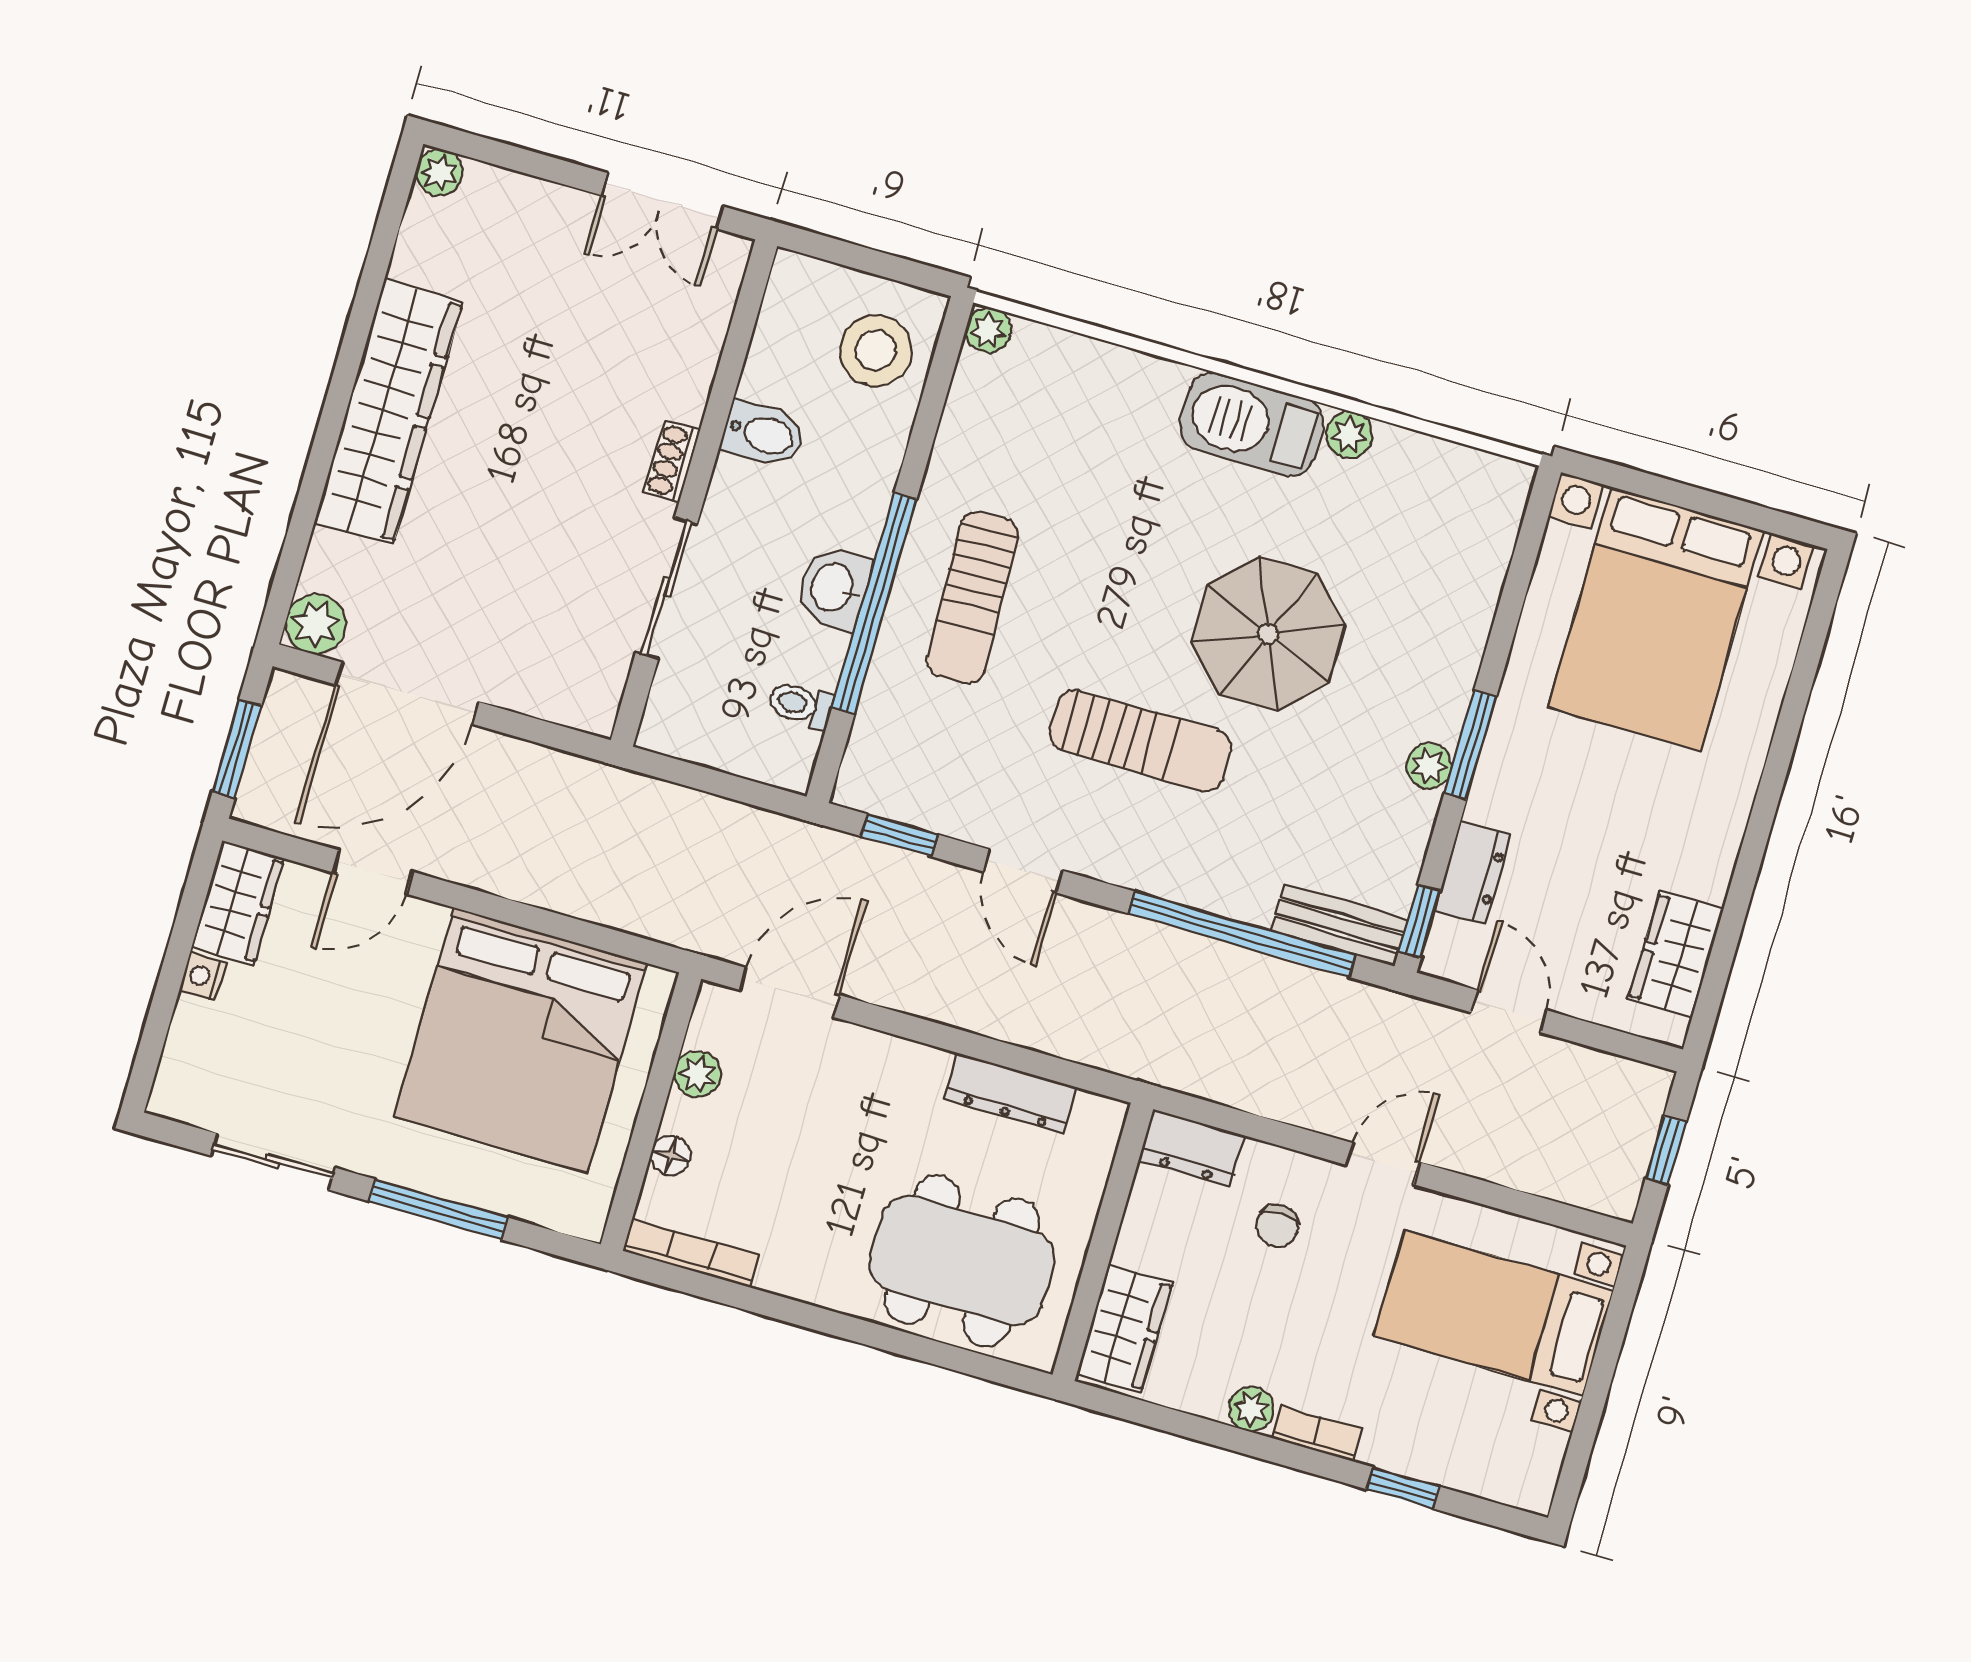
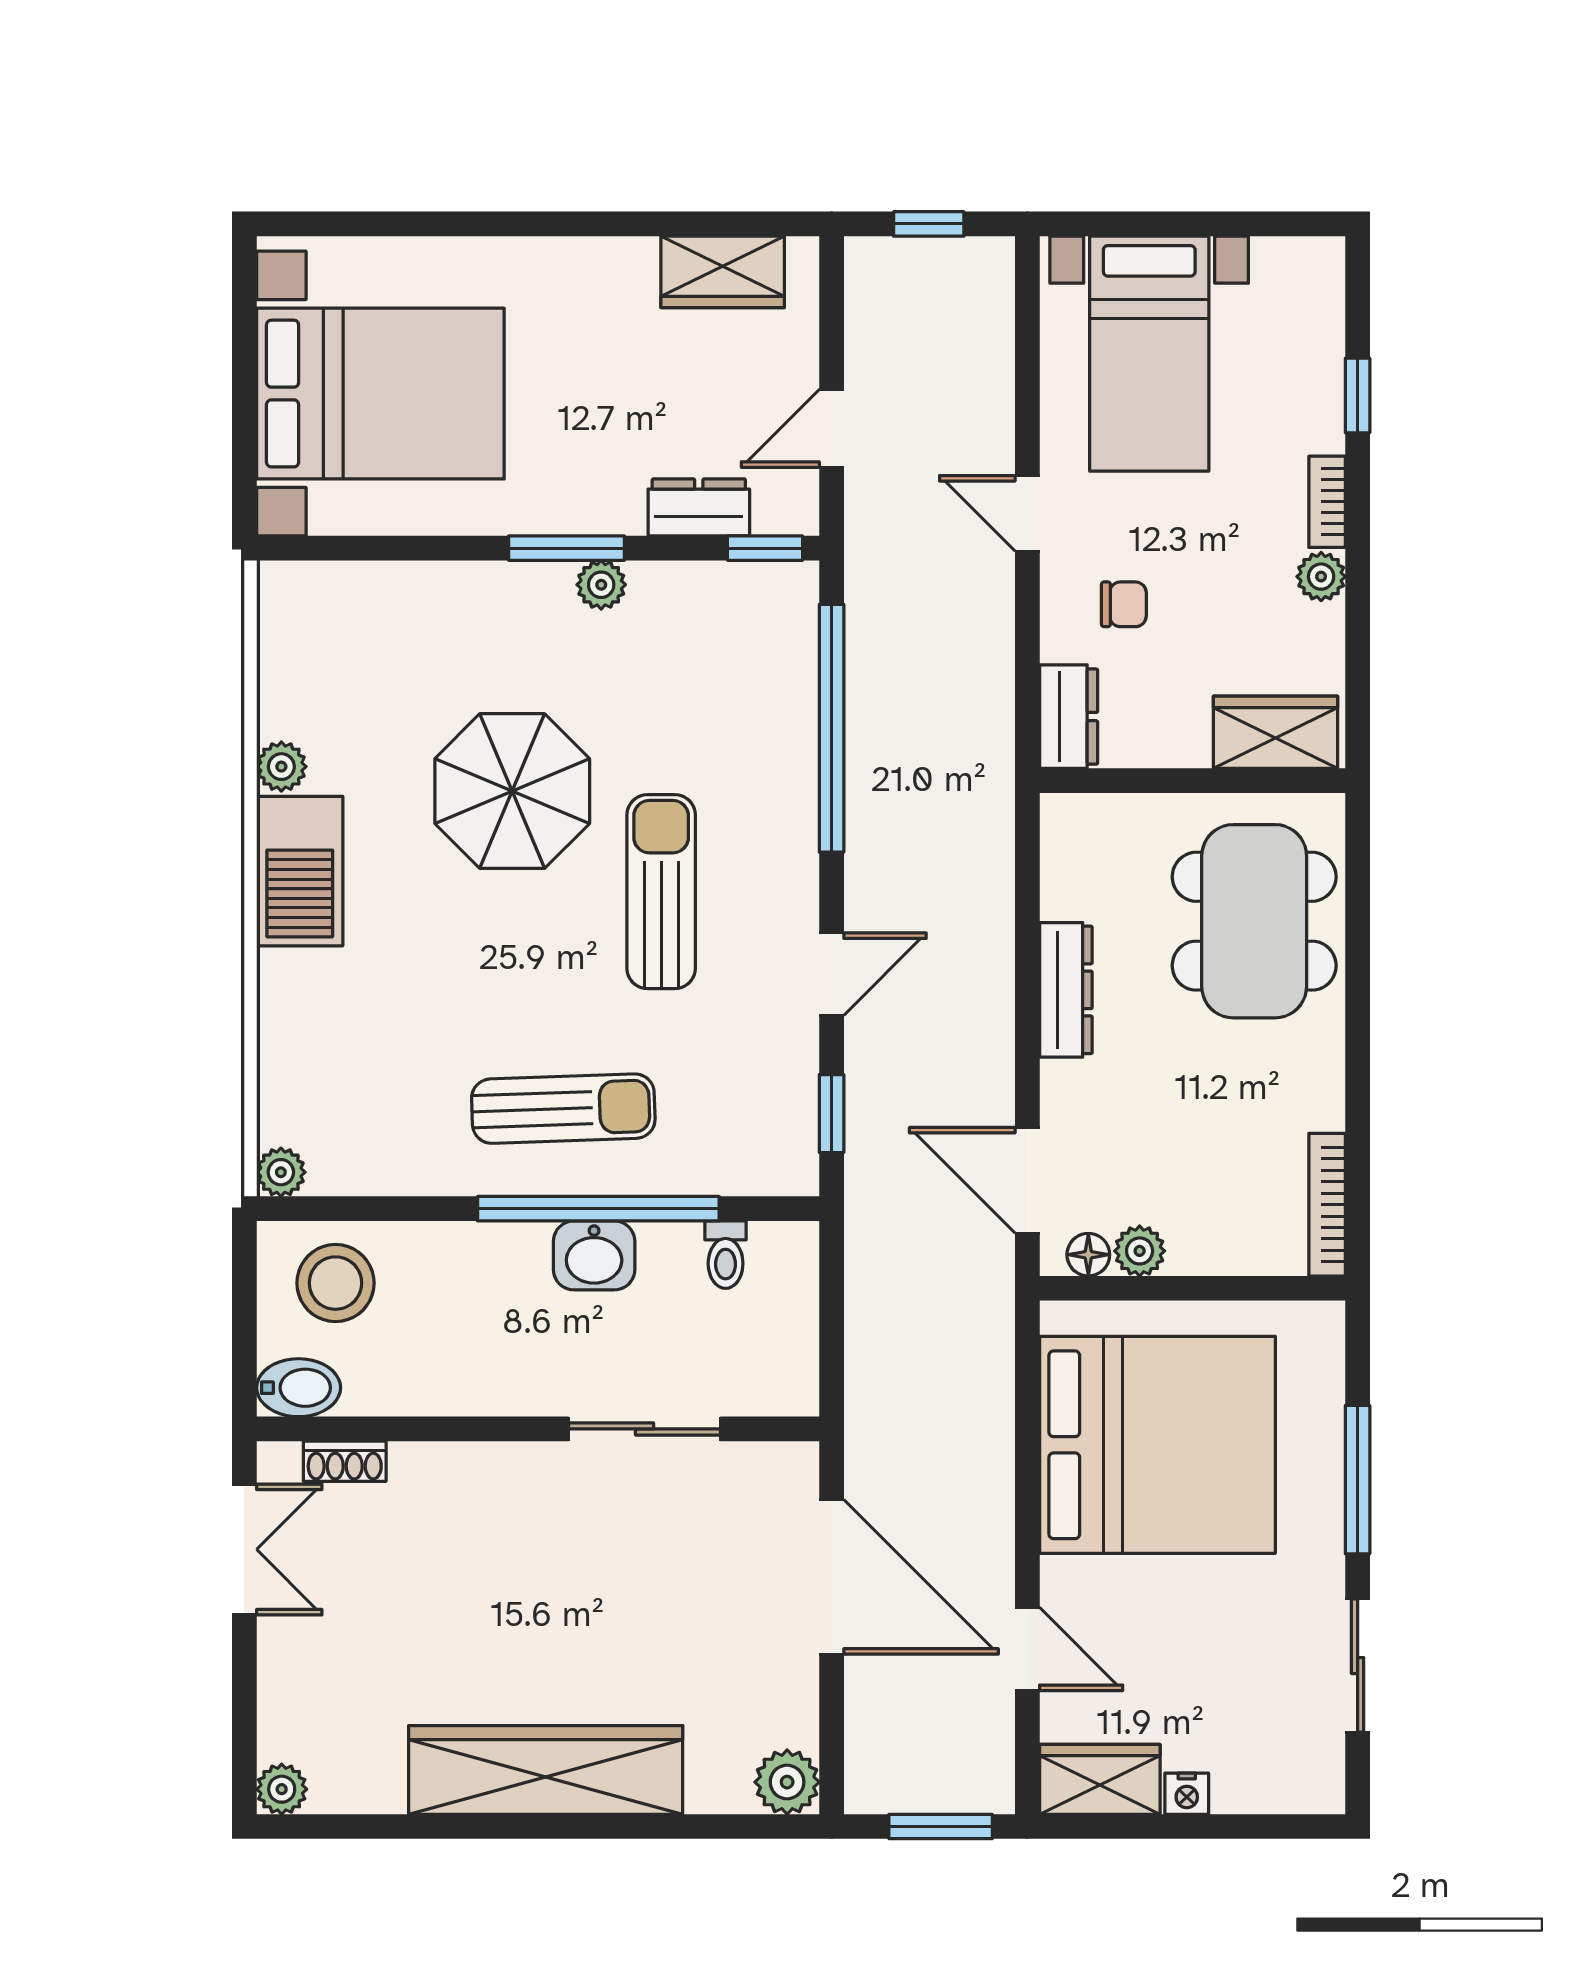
bidet: (763, 434) -> (299, 1388), moved, turned 90
shoe rack: (672, 461) -> (345, 1461), moved
door: (407, 693) -> (832, 1577), moved
bench: (1339, 925) -> (793, 630), removed
dresser: (1010, 1093) -> (1066, 990), moved
floor lamp: (671, 1155) -> (1088, 1255), moved

